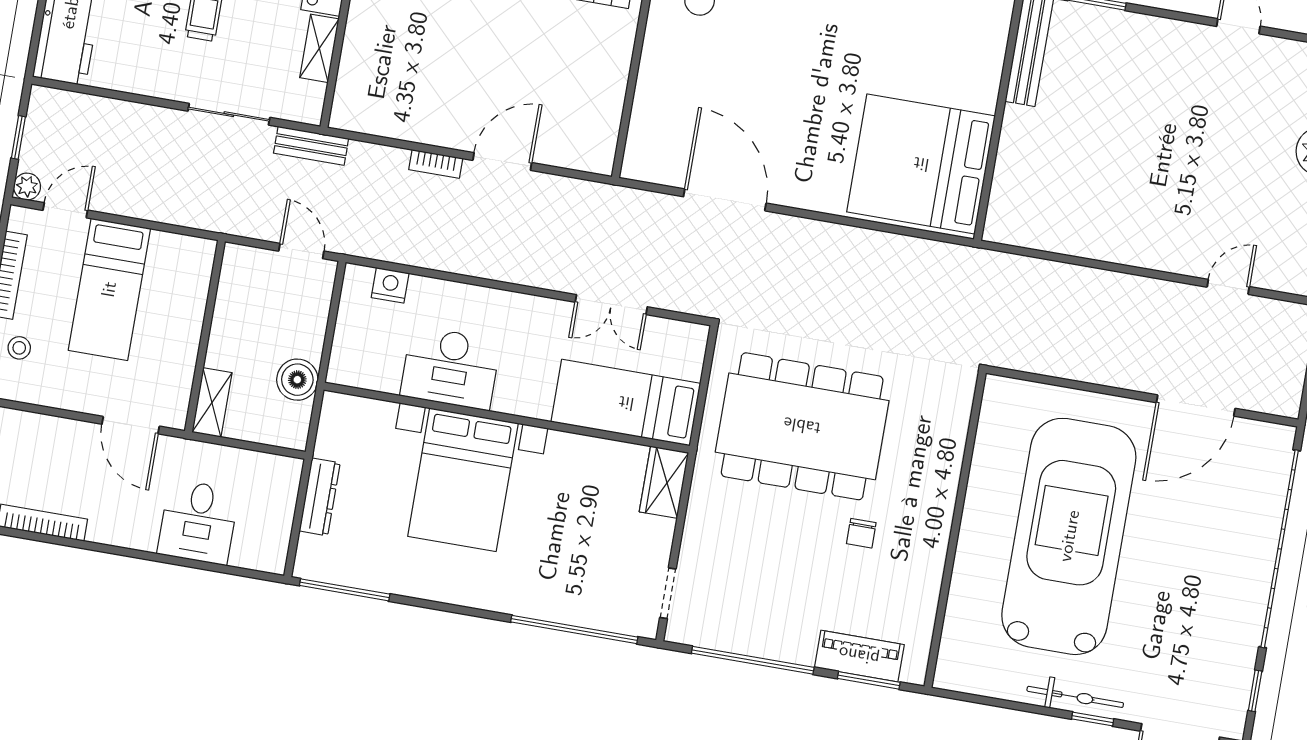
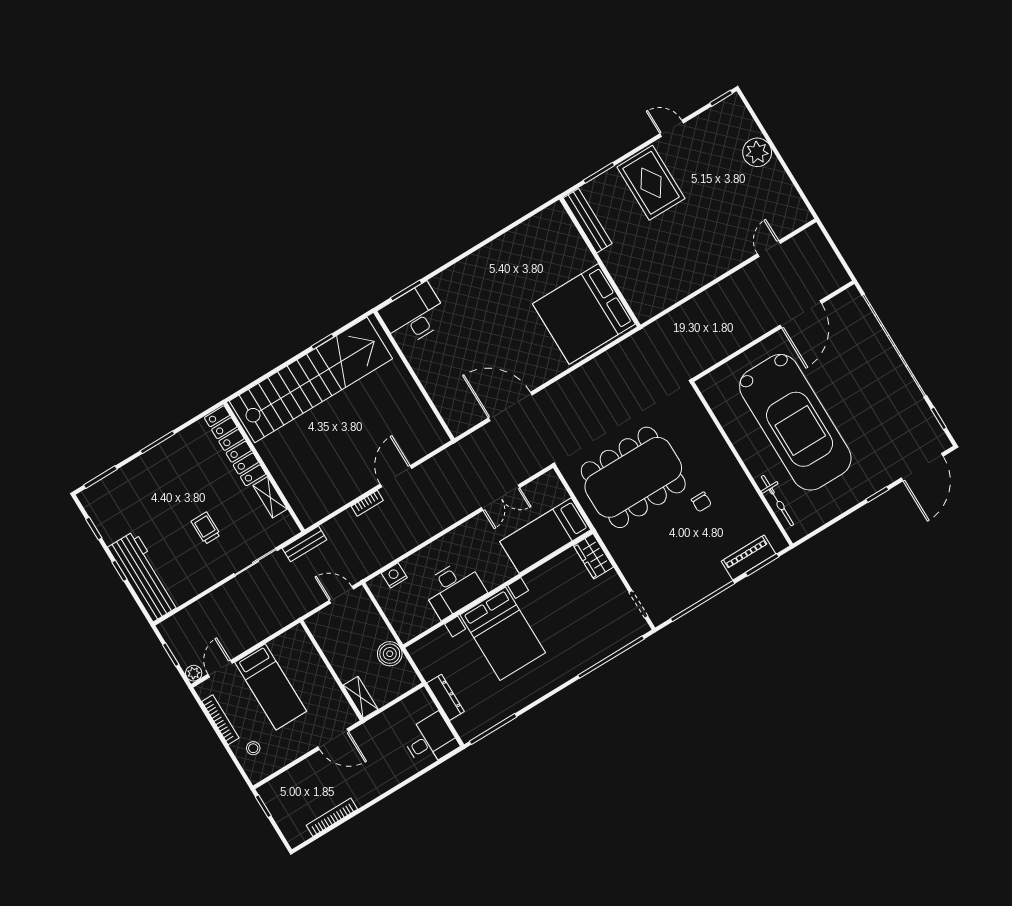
rug: (1152, 72) -> (651, 183), added
desk: (198, 522) -> (430, 740), moved, turned -90
car: (1069, 536) -> (795, 422), turned 180
bicycle: (1075, 697) -> (777, 501), moved, turned 90

